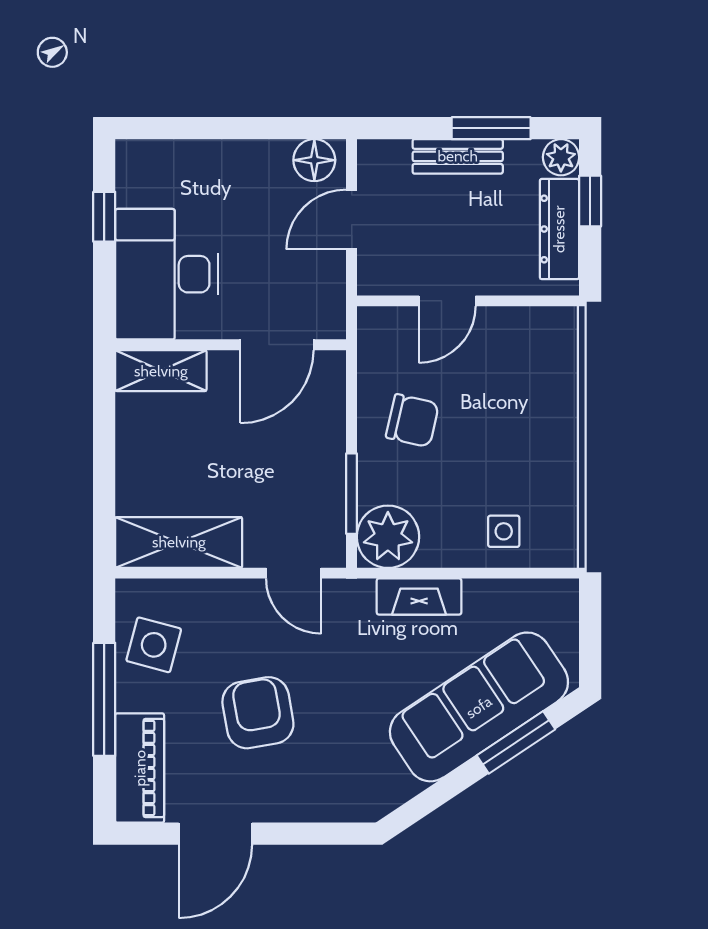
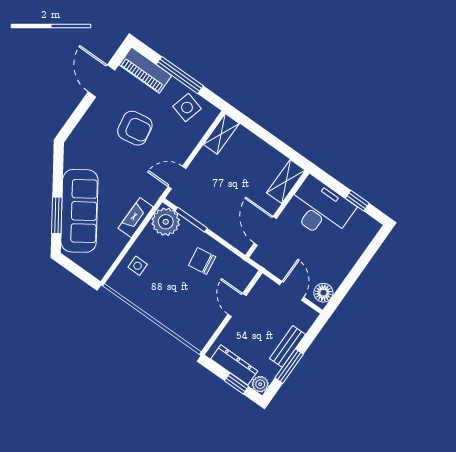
chair: (412, 421) -> (202, 261), turned 69
shelving: (179, 542) -> (221, 134), width x0.67, depth x0.75

